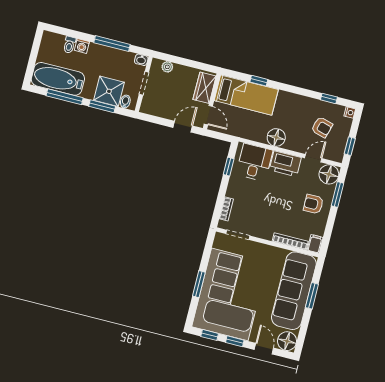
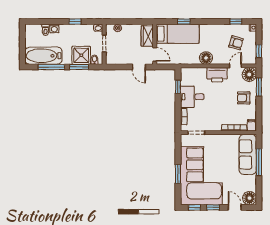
window: (112, 44) -> (75, 21), width x0.46
door: (183, 127) -> (139, 67), swing flipped
desk: (254, 162) -> (192, 97), moved, turned -90
sofa: (294, 291) -> (248, 154), width x0.74, depth x0.79
window: (312, 296) -> (259, 162), width x1.44

